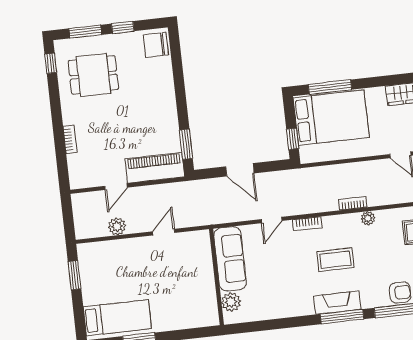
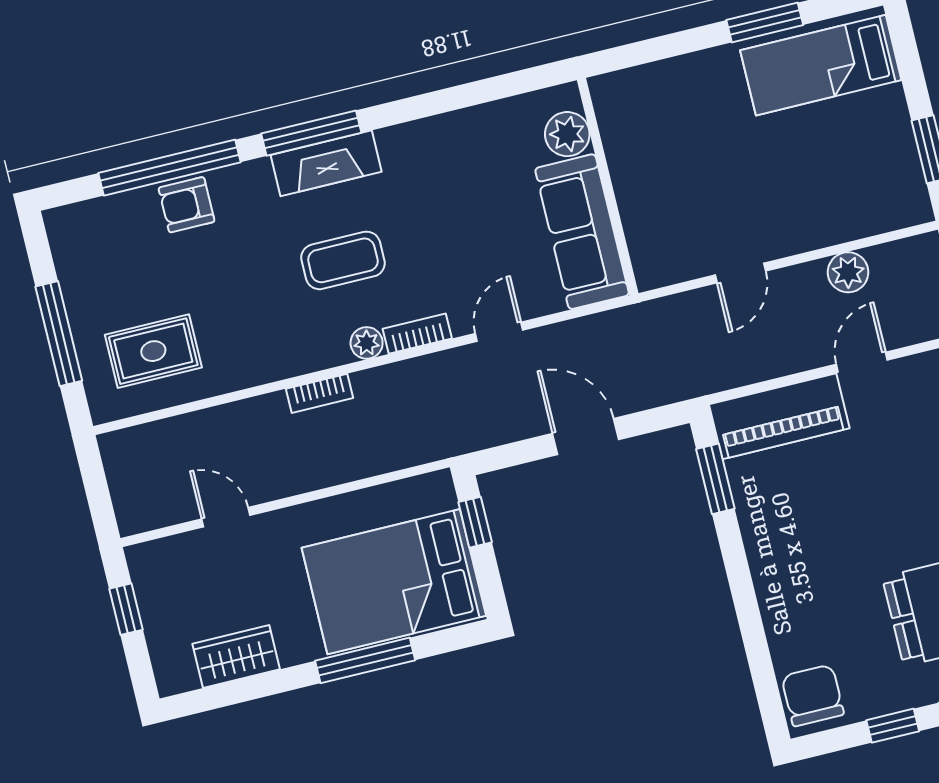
chair: (156, 45) -> (813, 695), turned -90
window: (330, 87) -> (365, 660), moved
plant: (368, 218) -> (367, 343), moved

